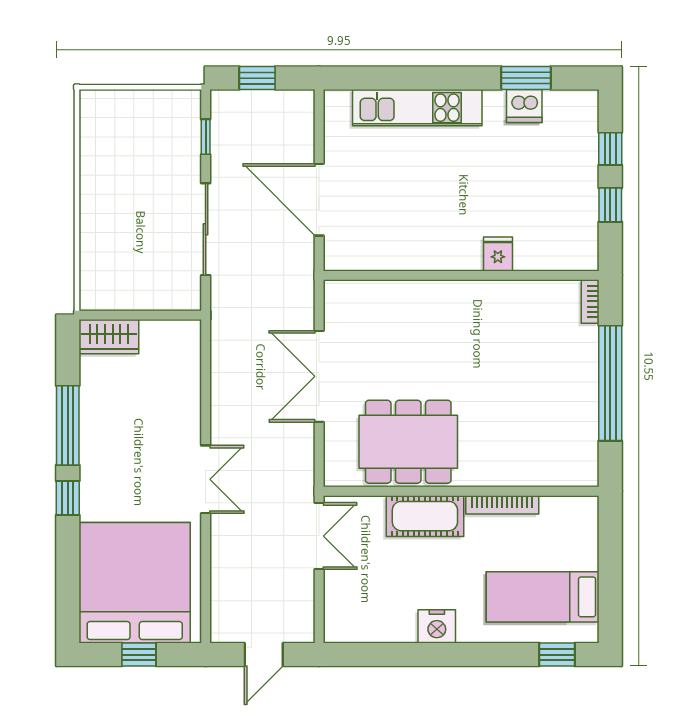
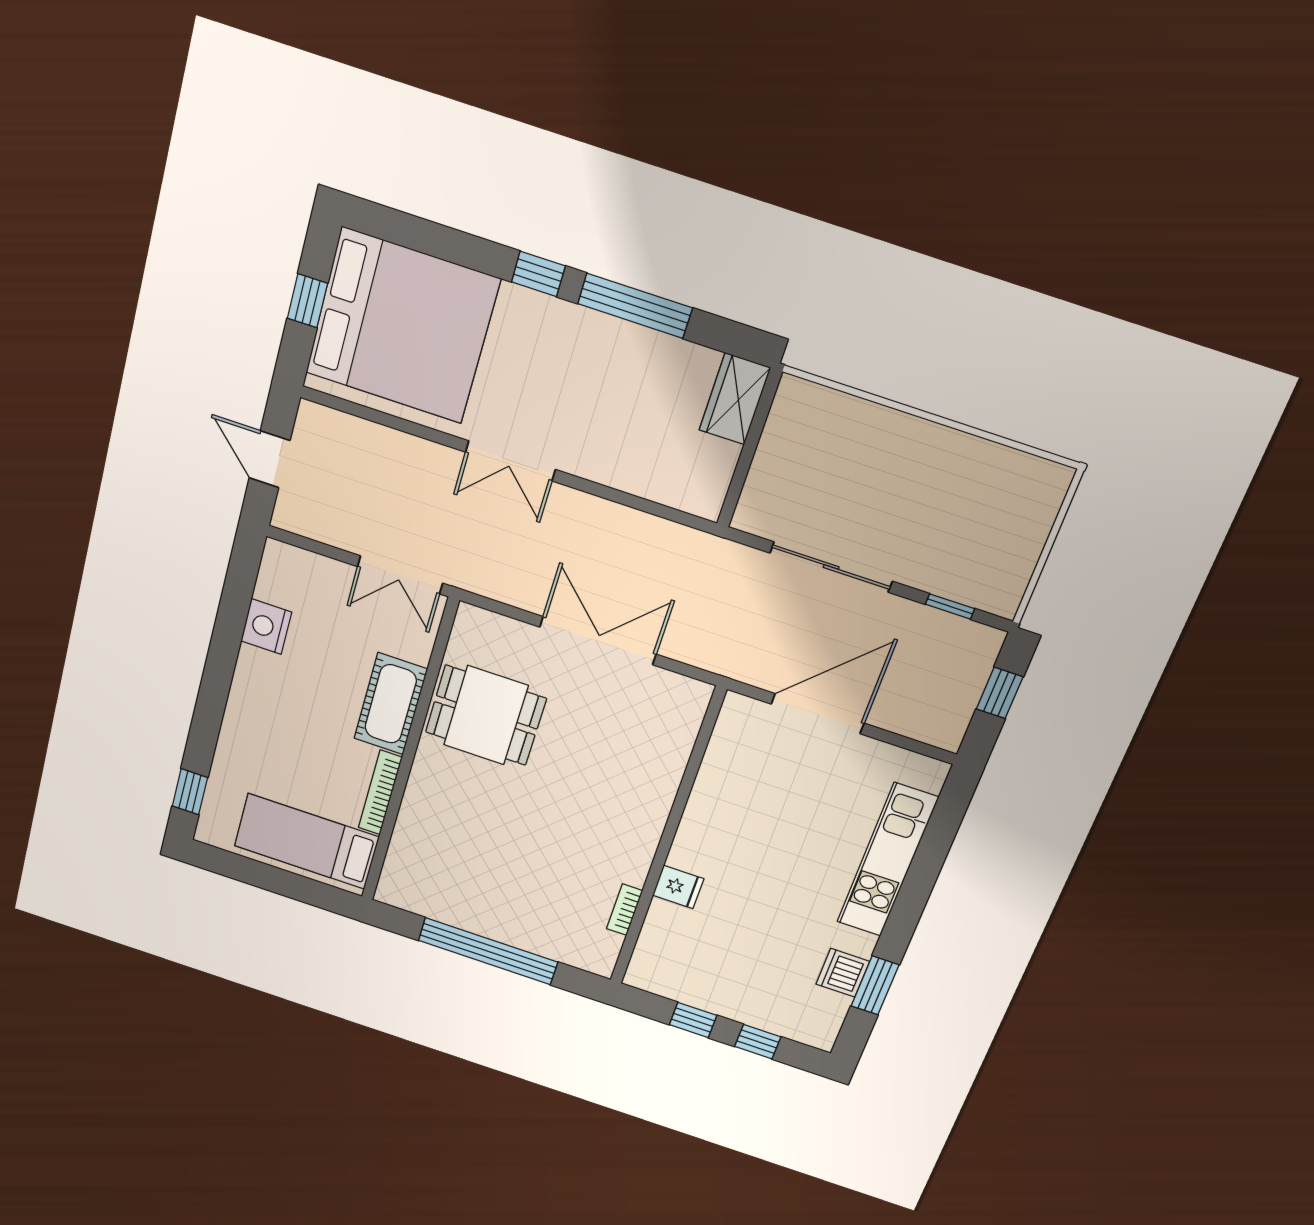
bookcase: (590, 301) -> (625, 910), moved, turned -90
dining table: (408, 442) -> (486, 715), width x0.73
bed: (543, 597) -> (307, 841), moved, turned -90
nightstand: (437, 626) -> (266, 627), moved

